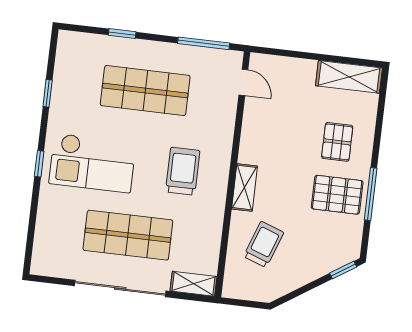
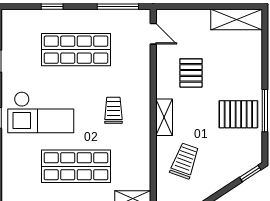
pallet: (337, 142) -> (191, 73), moved
trolley: (183, 171) -> (113, 110), width x0.73, depth x0.72

